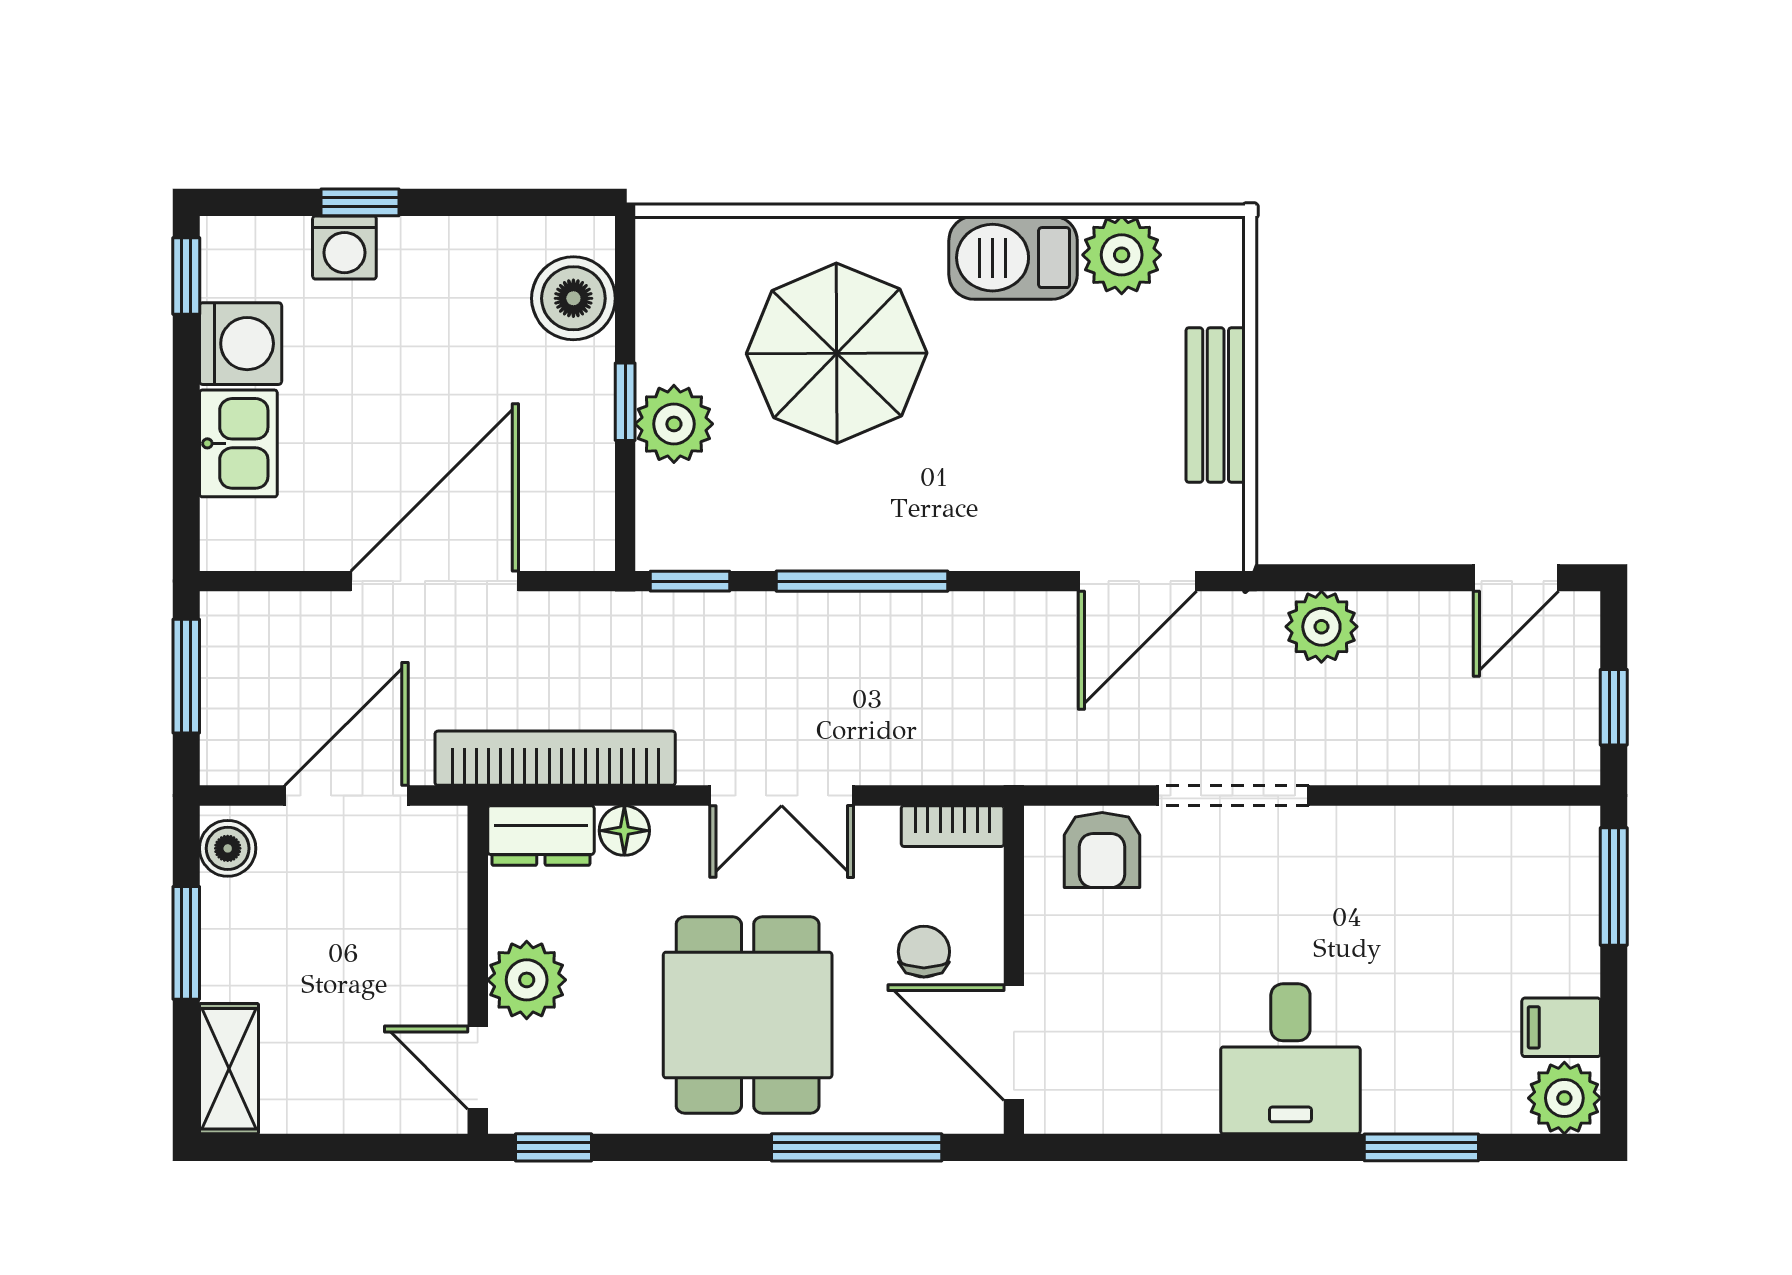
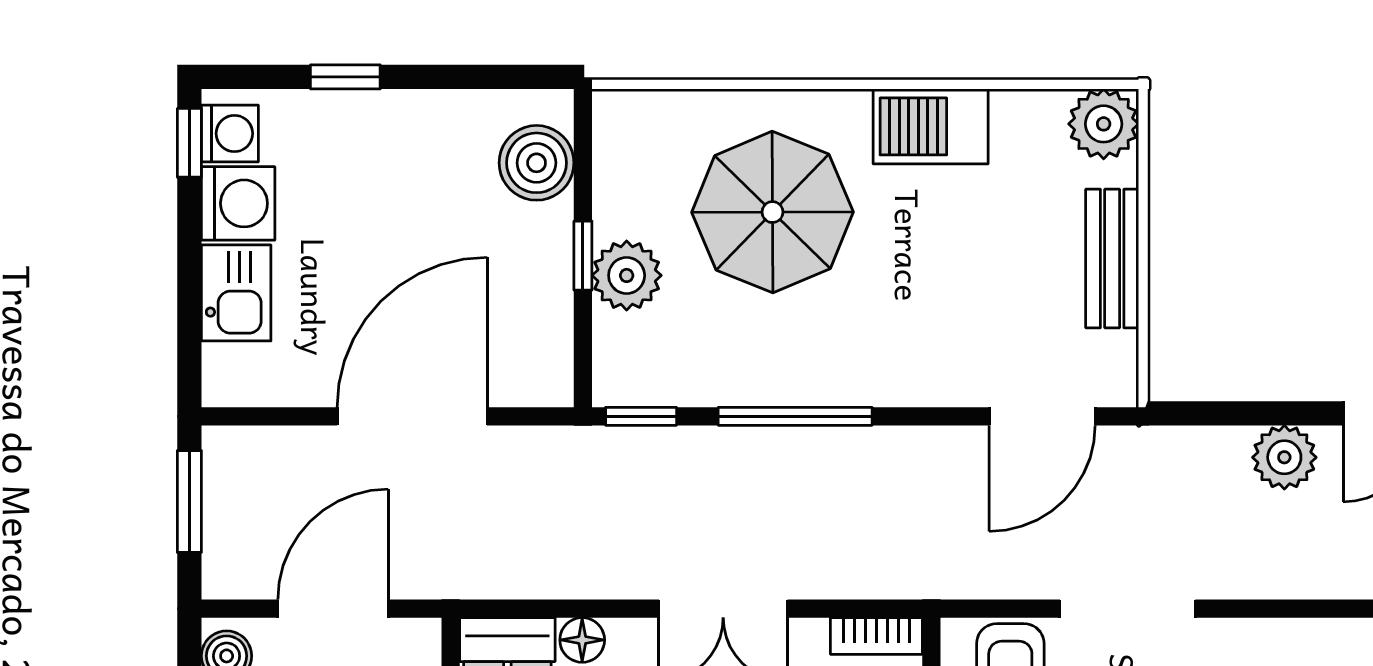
washing machine: (344, 248) -> (230, 133), moved, turned -90
plant: (1122, 255) -> (1104, 124), moved
plant: (1321, 627) -> (1284, 457), moved
bookcase: (555, 758) -> (520, 575), removed

